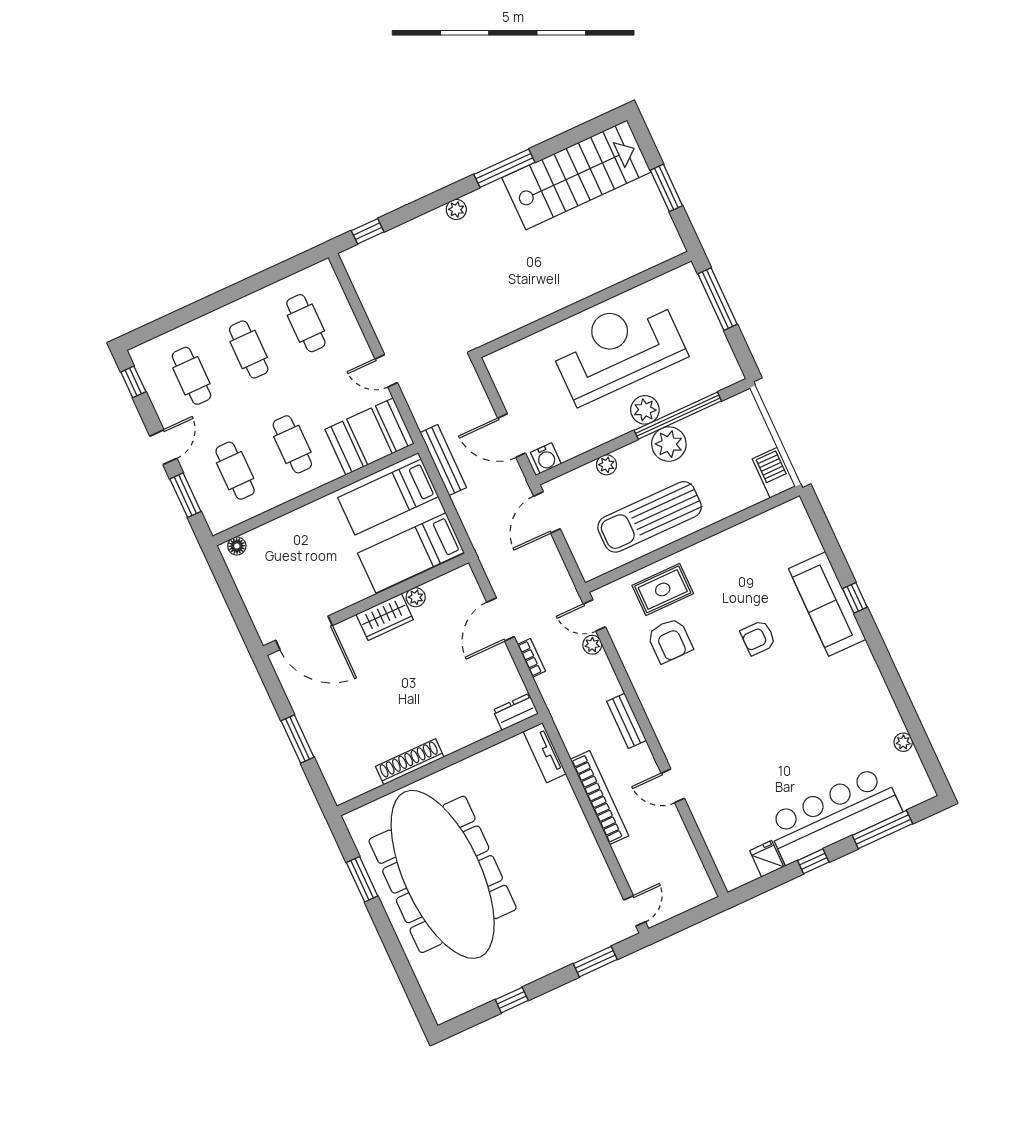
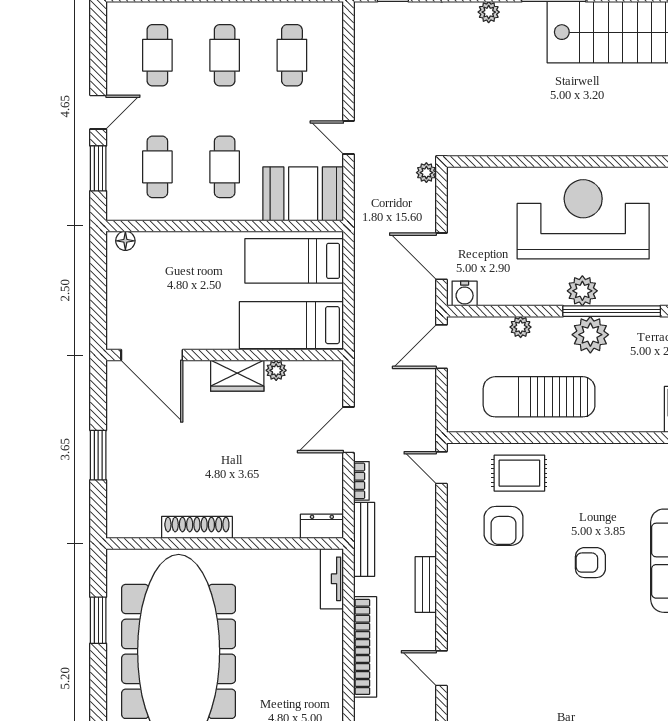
window: (133, 382) -> (98, 35), removed
bench: (443, 460) -> (364, 539), moved
plant: (592, 645) -> (426, 173), moved

